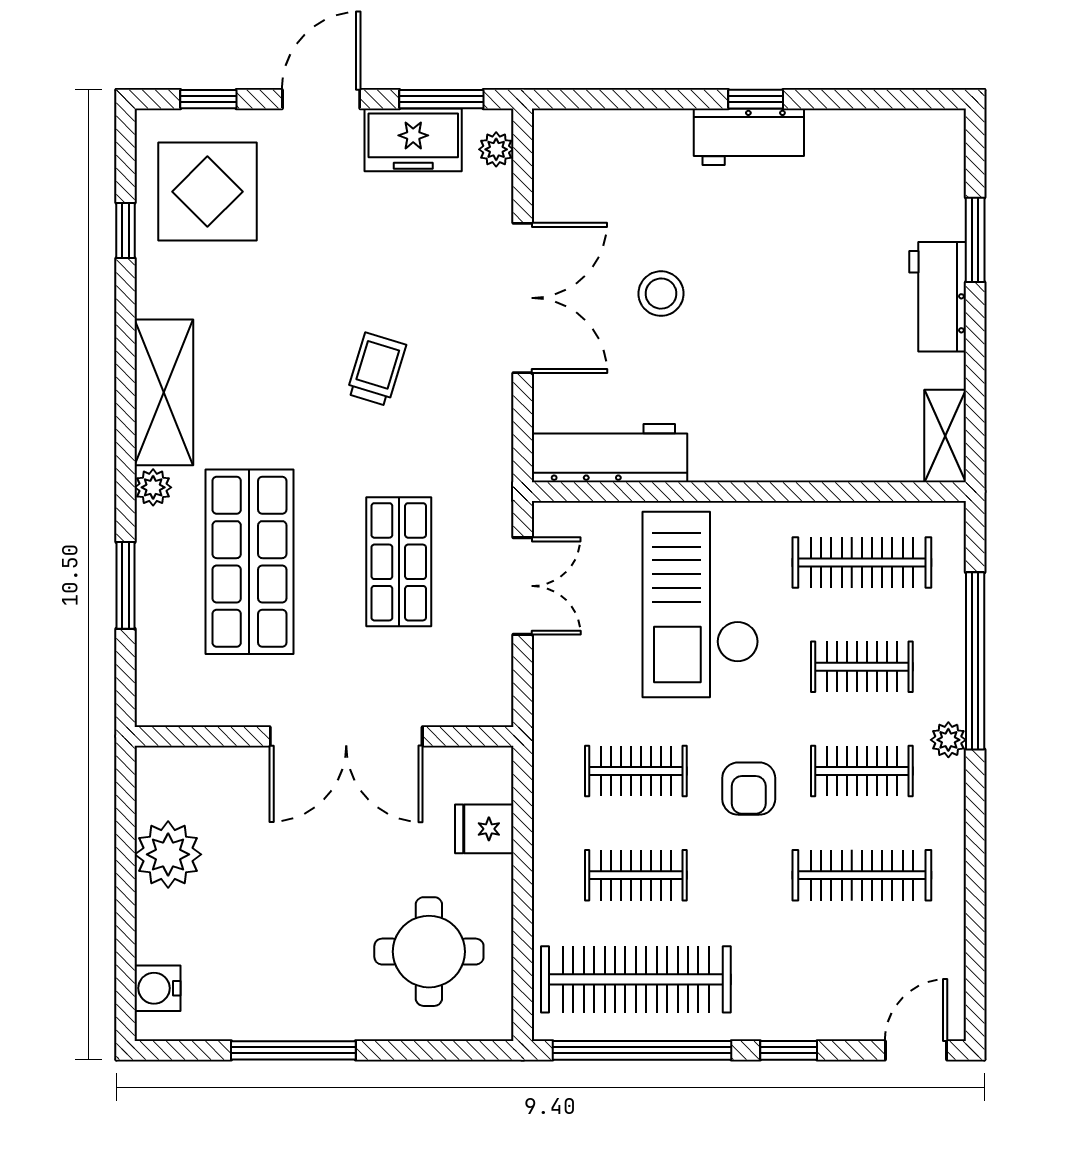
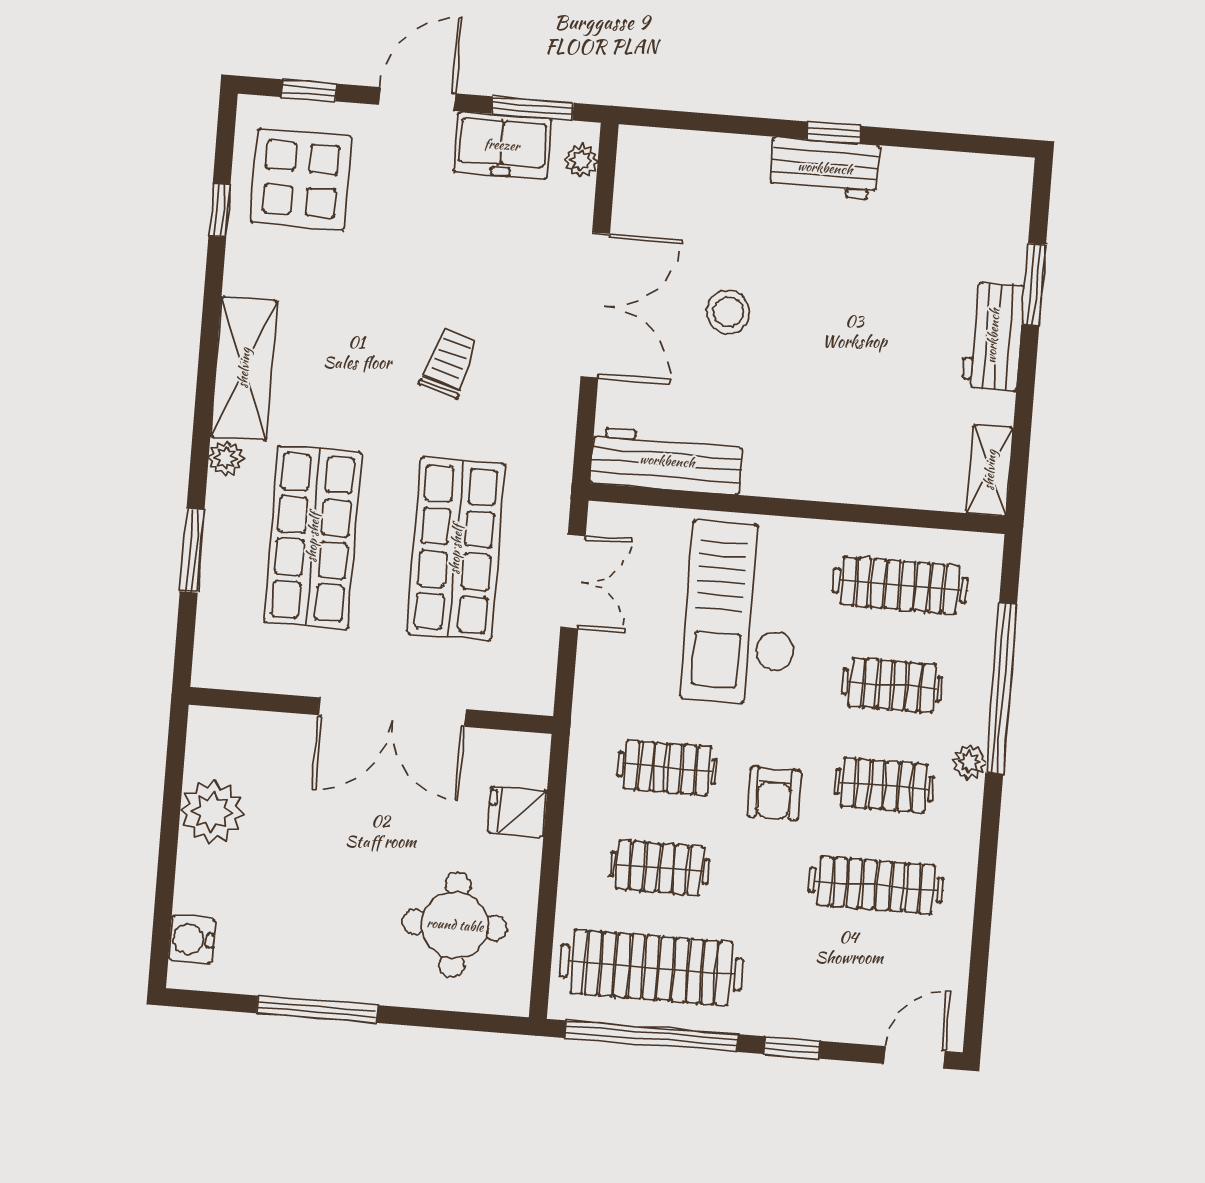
shop shelf: (399, 562) -> (456, 549), width x1.43, depth x1.36

